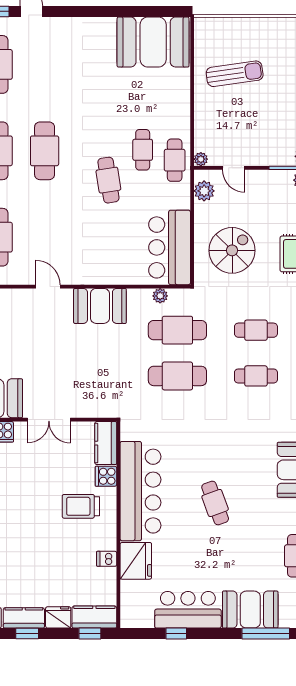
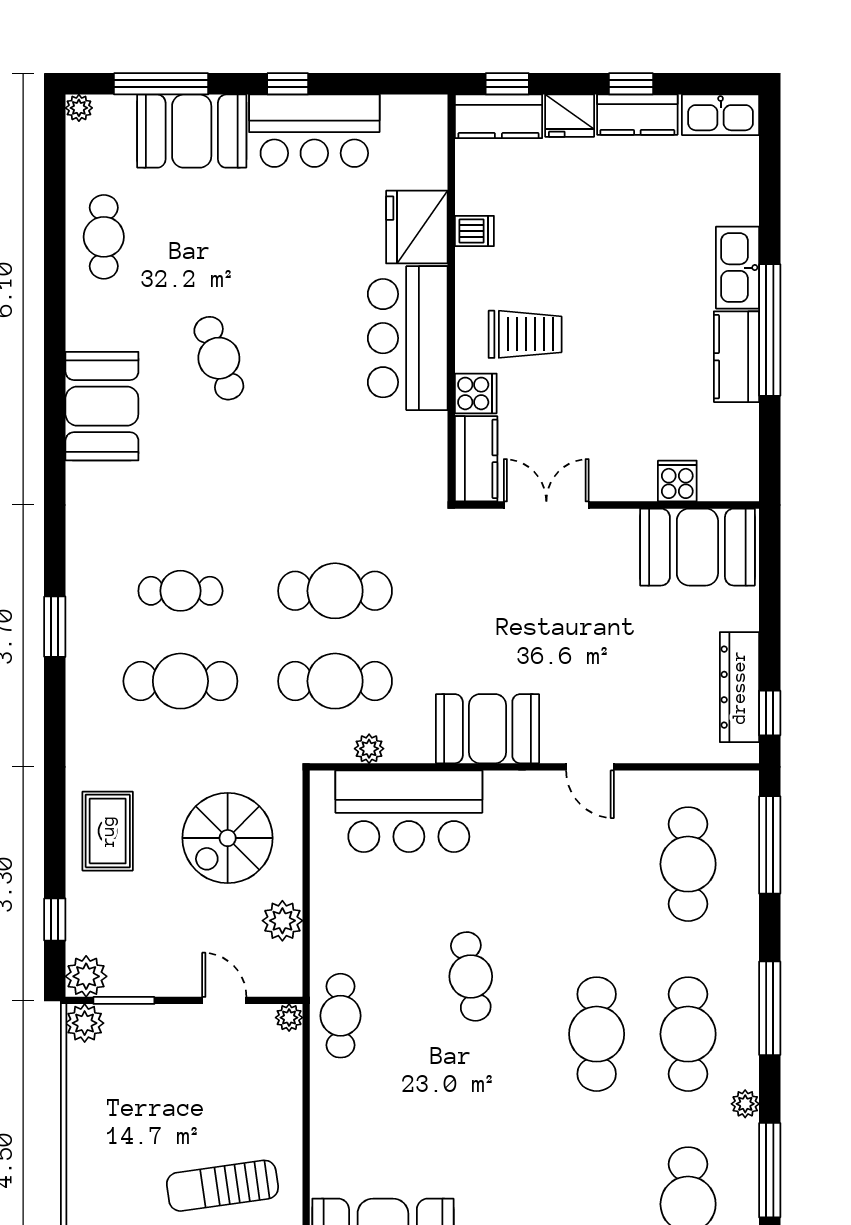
cafe table: (143, 150) -> (403, 1036), removed
plant: (204, 191) -> (282, 921), moved
bar counter: (170, 247) -> (409, 811), moved, turned 90
cafe table: (256, 330) -> (180, 681), width x1.37, depth x1.35
double door: (49, 420) -> (546, 505), moved
bar counter: (140, 491) -> (408, 338), width x0.73
cafe table: (215, 503) -> (219, 358), moved
window: (176, 634) -> (288, 84), moved

